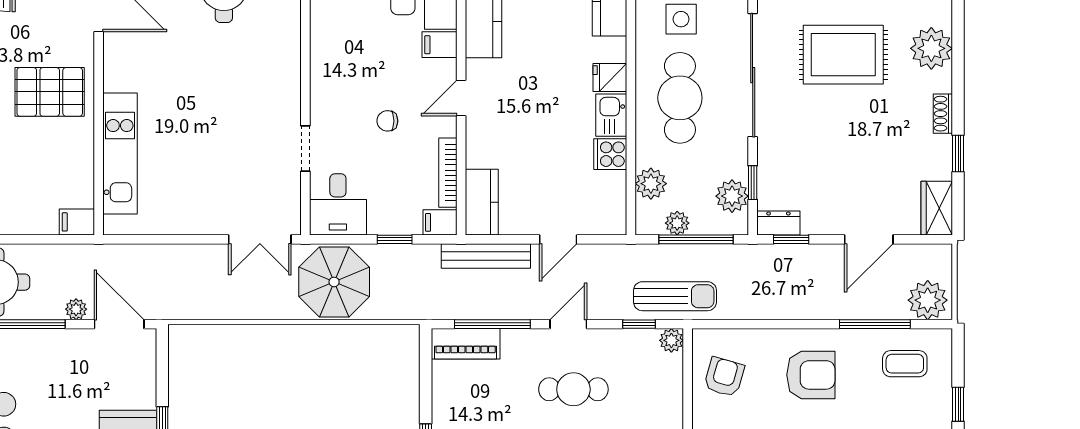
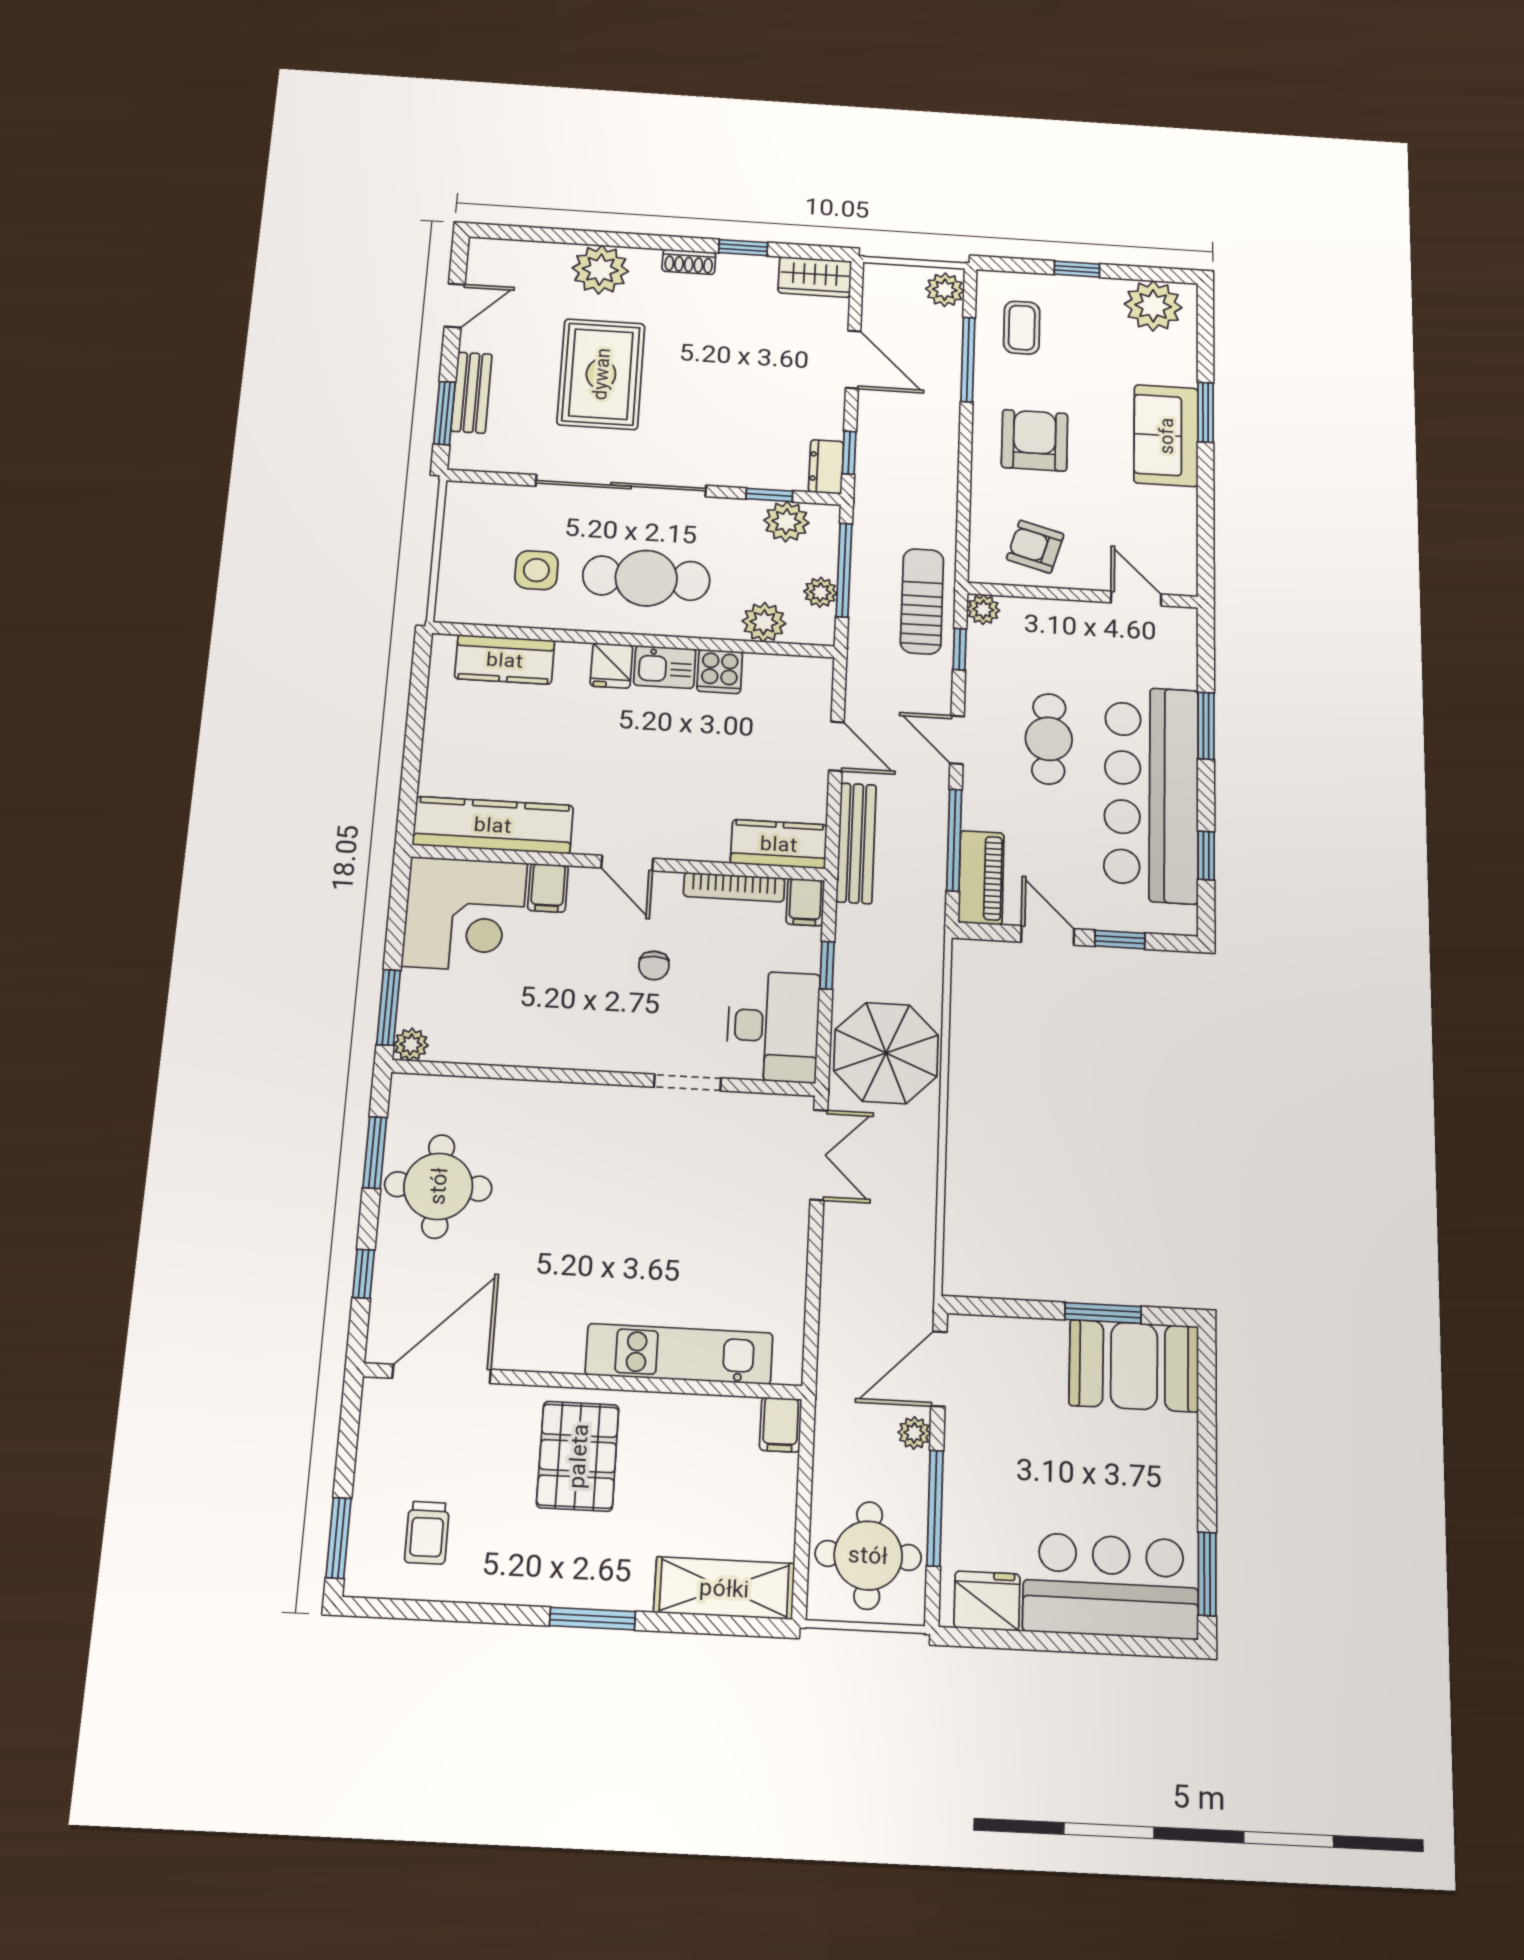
desk: (338, 204) -> (773, 1026), width x1.37
plant: (928, 300) -> (945, 290), width x0.73, depth x0.73
door: (426, 391) -> (1048, 935), added

